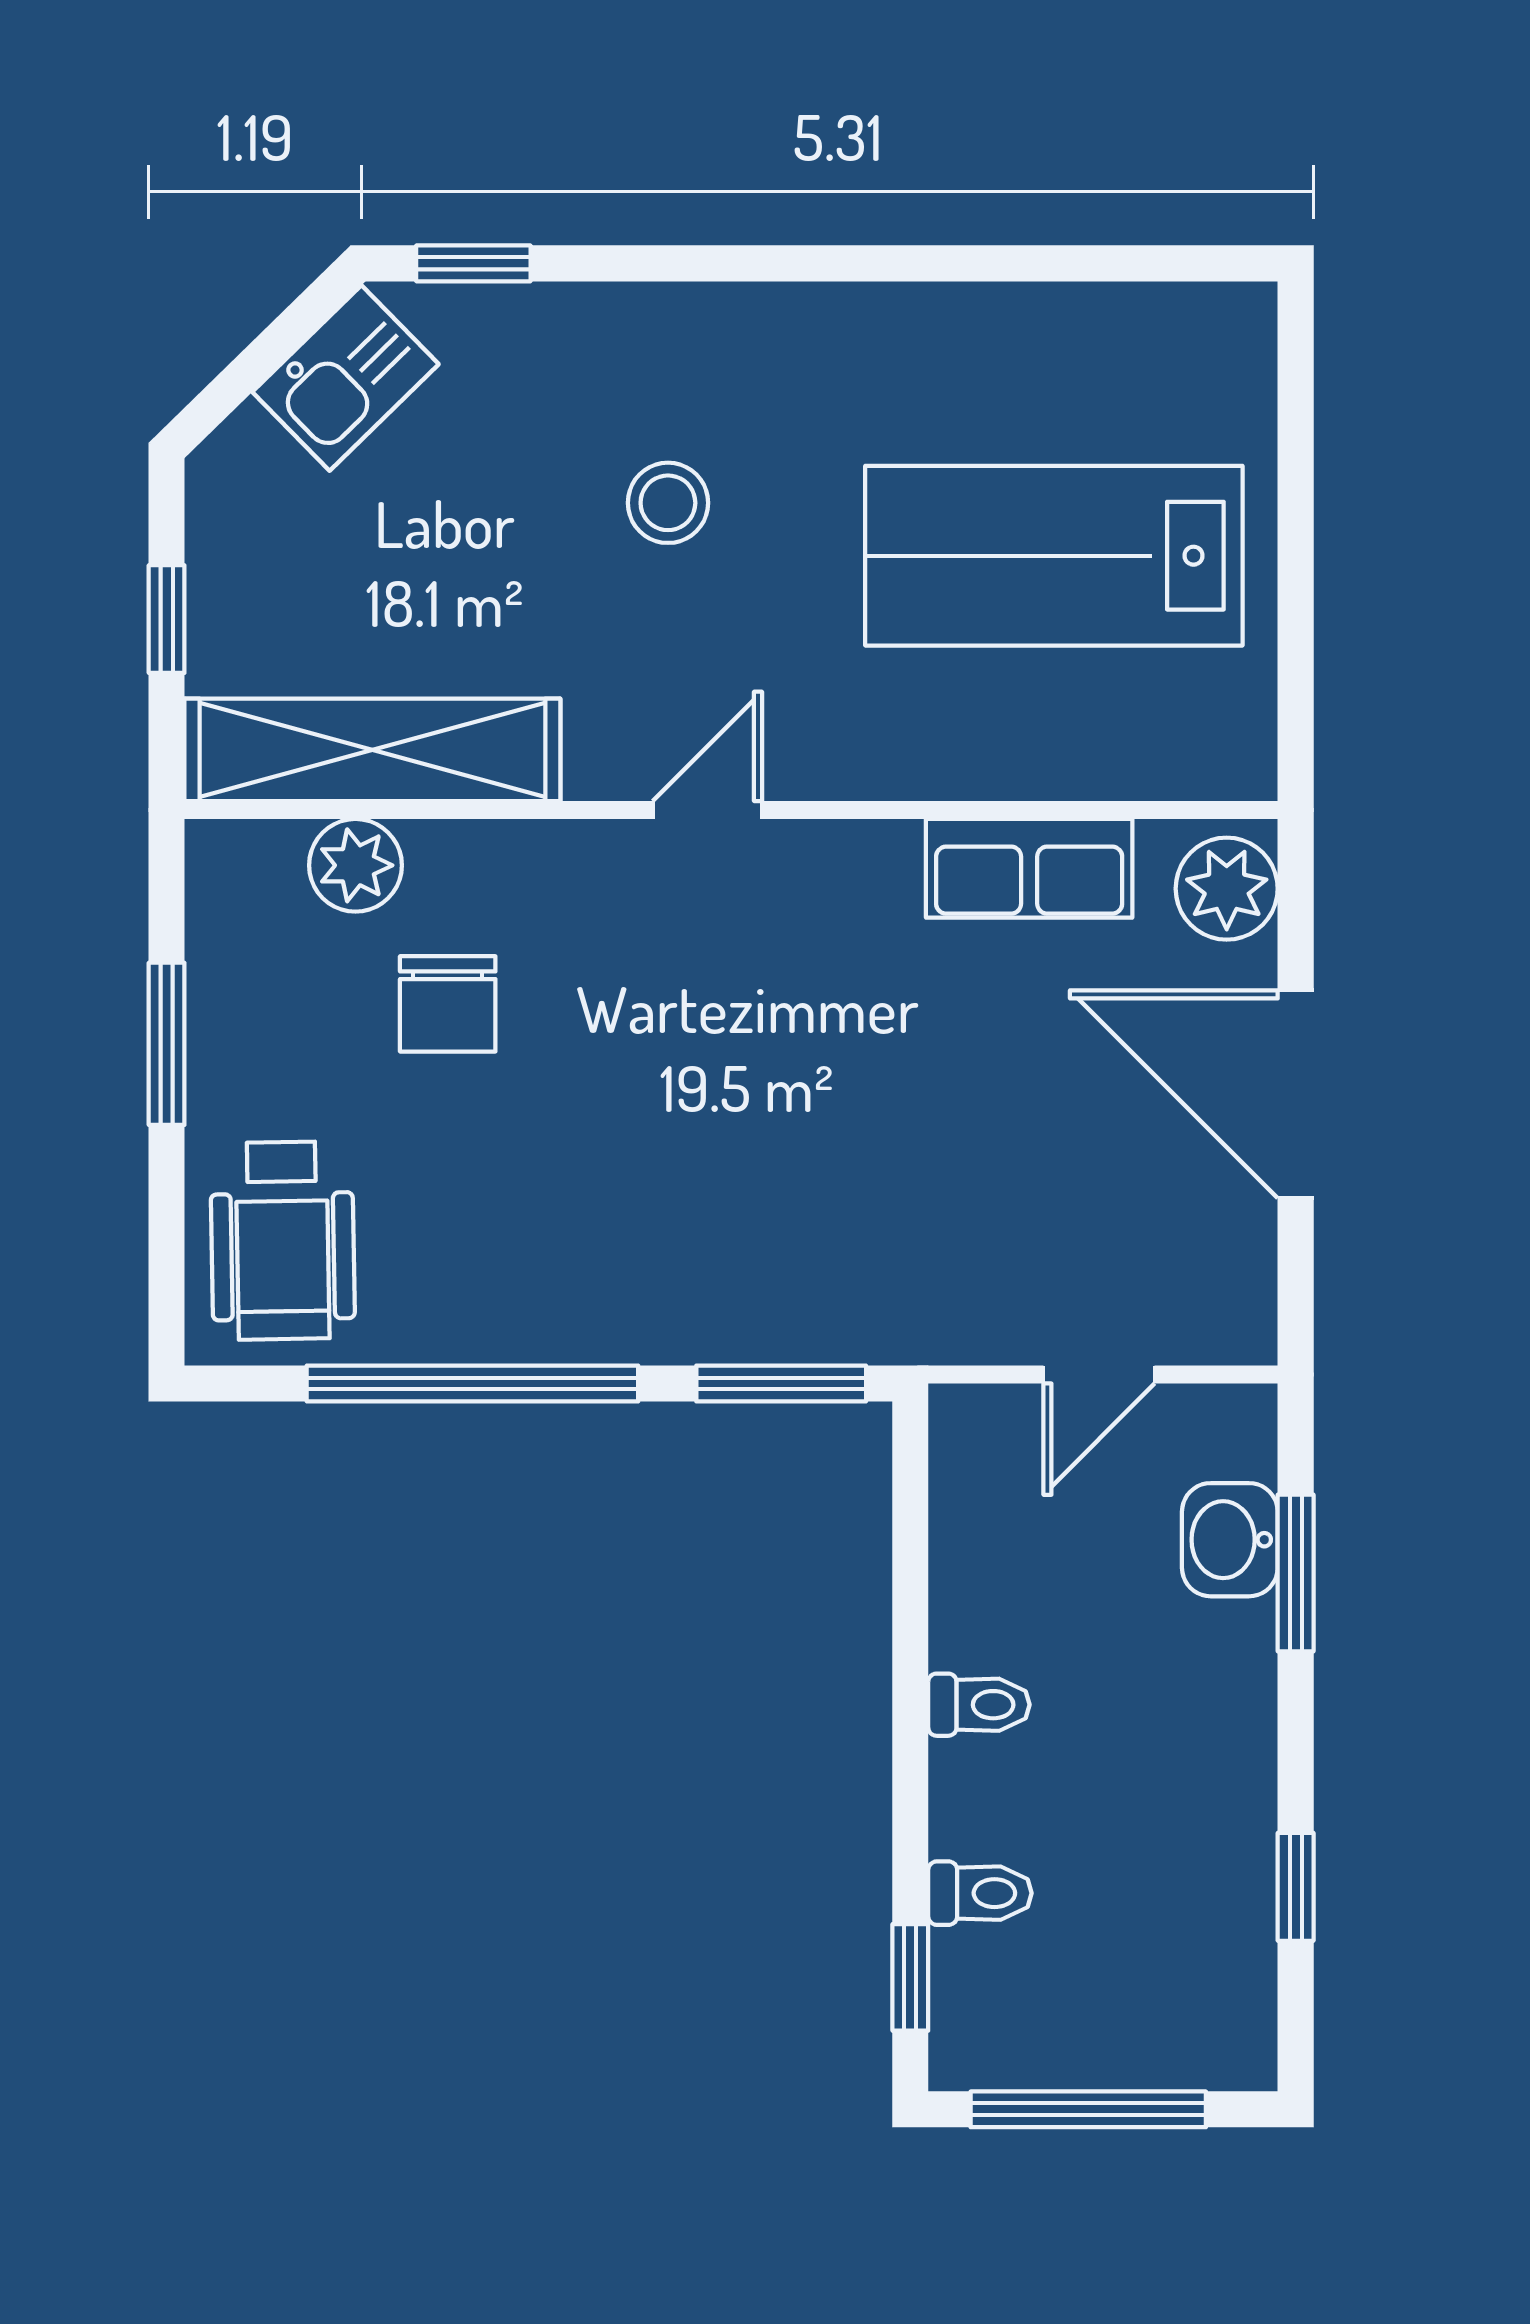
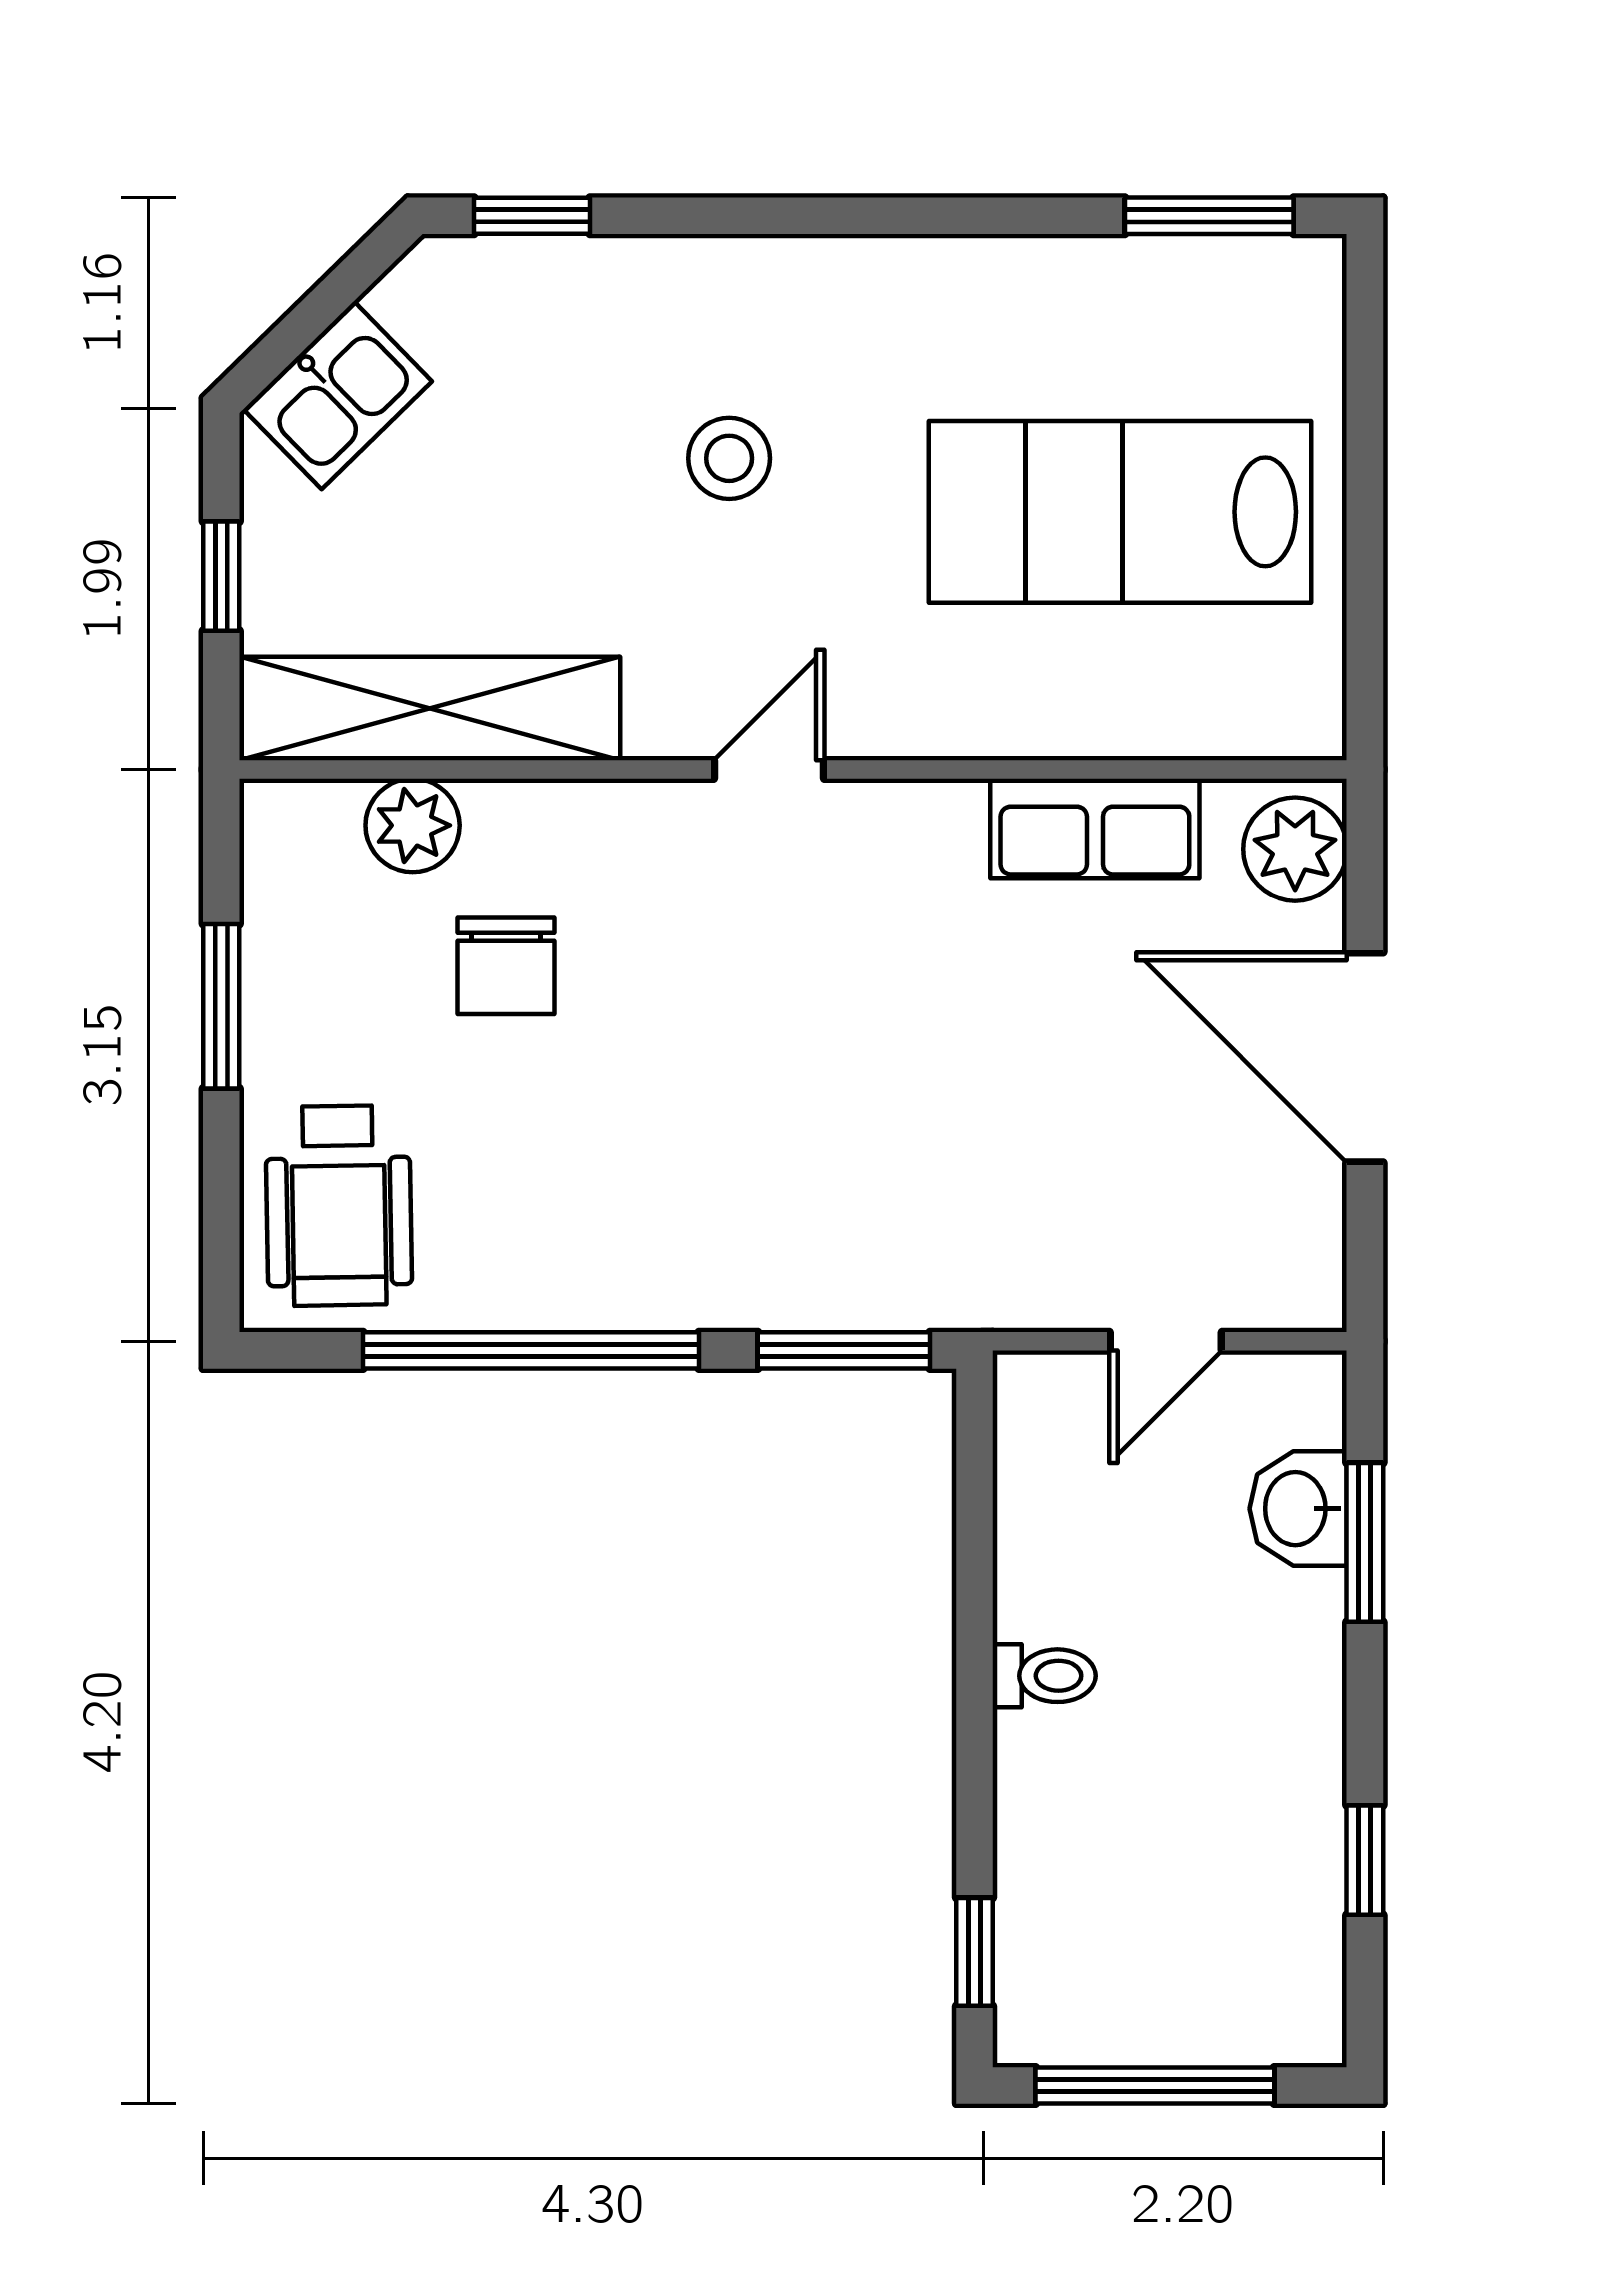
window: (1142, 263) -> (1209, 216), added
kitchen sink: (346, 378) -> (338, 395), moved
toilet: (980, 1893) -> (1045, 1867), removed

